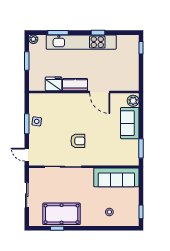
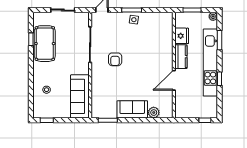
fridge: (54, 84) -> (182, 36), moved
kitchen counter: (75, 85) -> (181, 57), moved
wall: (84, 92) -> (174, 65), moved
door: (100, 92) -> (174, 80), moved

